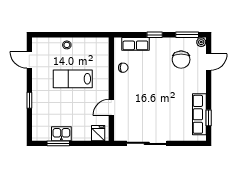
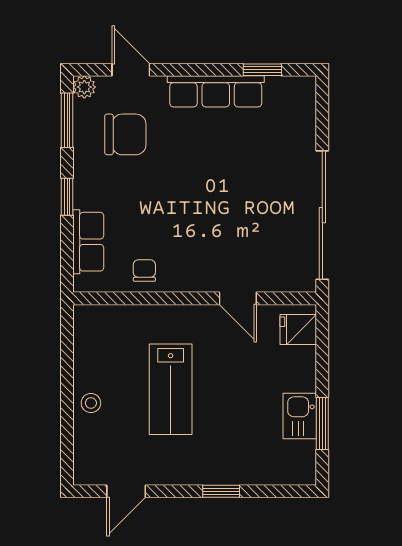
row of seats: (199, 114) -> (216, 91), moved
sliding door: (147, 143) -> (322, 215), width x1.36

